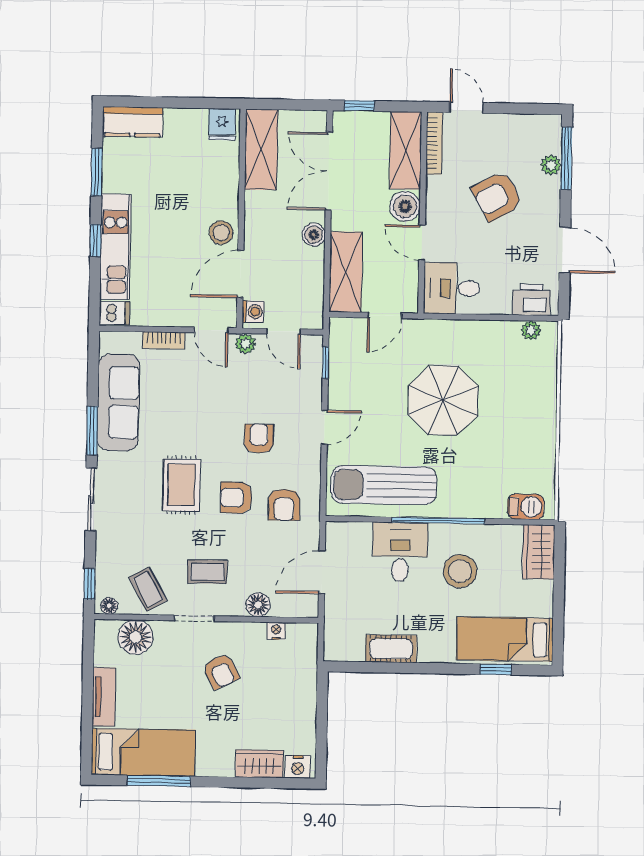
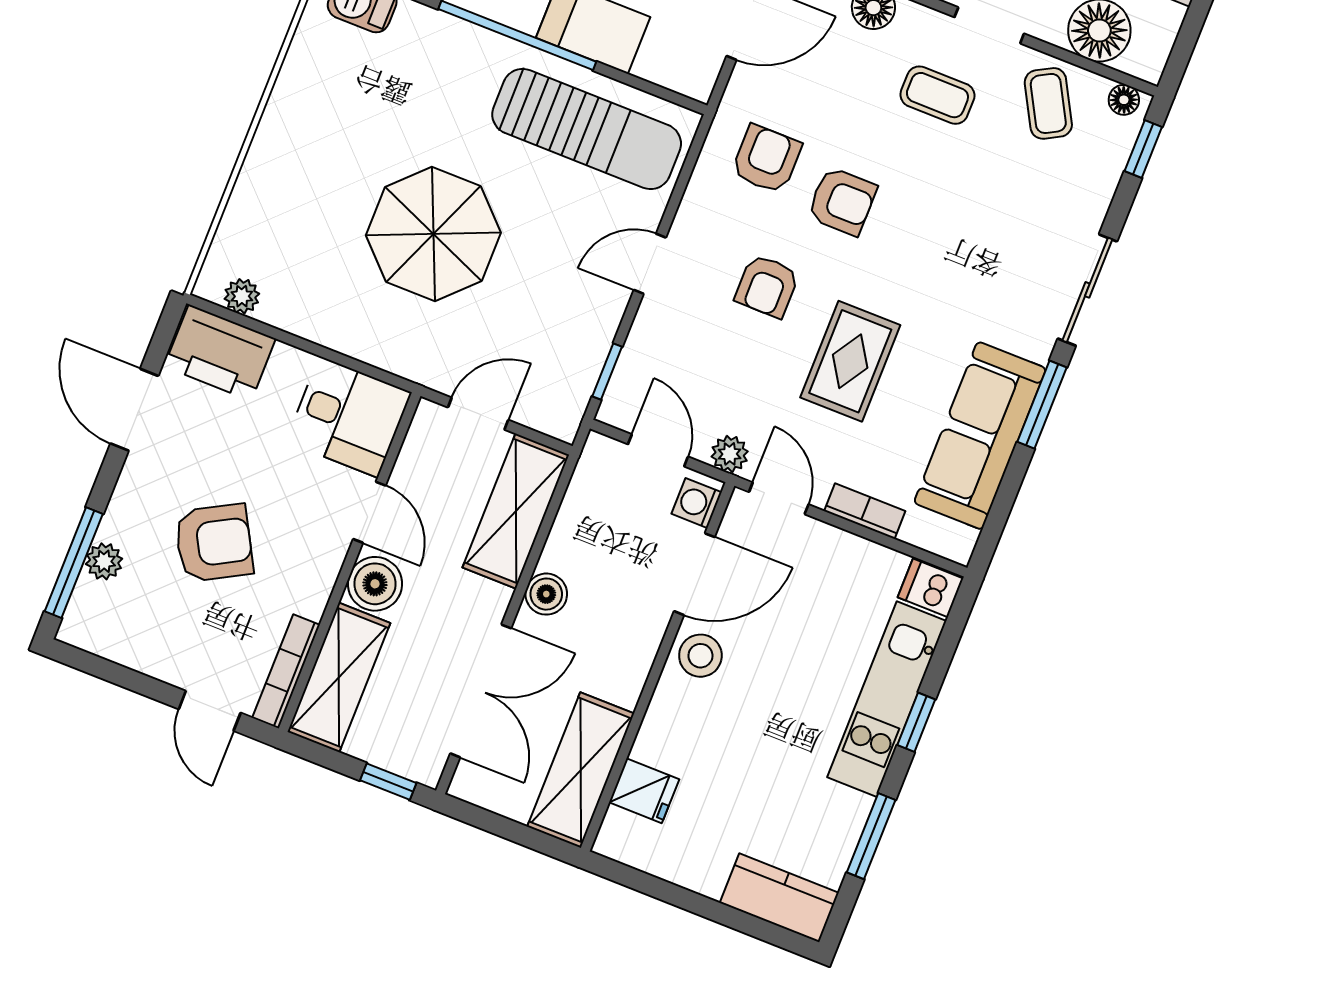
fridge: (222, 124) -> (644, 791), moved, turned 90
printer: (531, 300) -> (220, 353), width x1.37, depth x1.19
rug: (181, 485) -> (850, 361), moved

